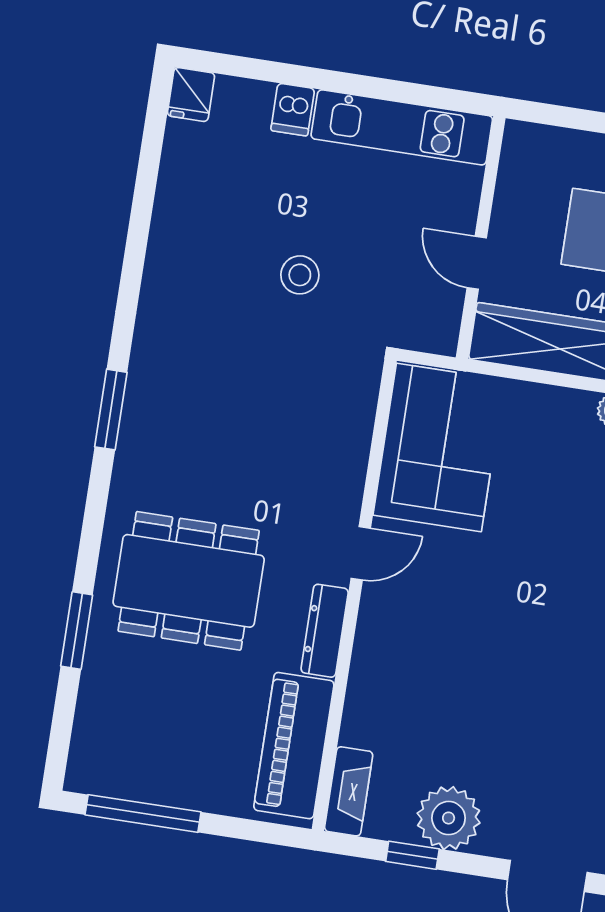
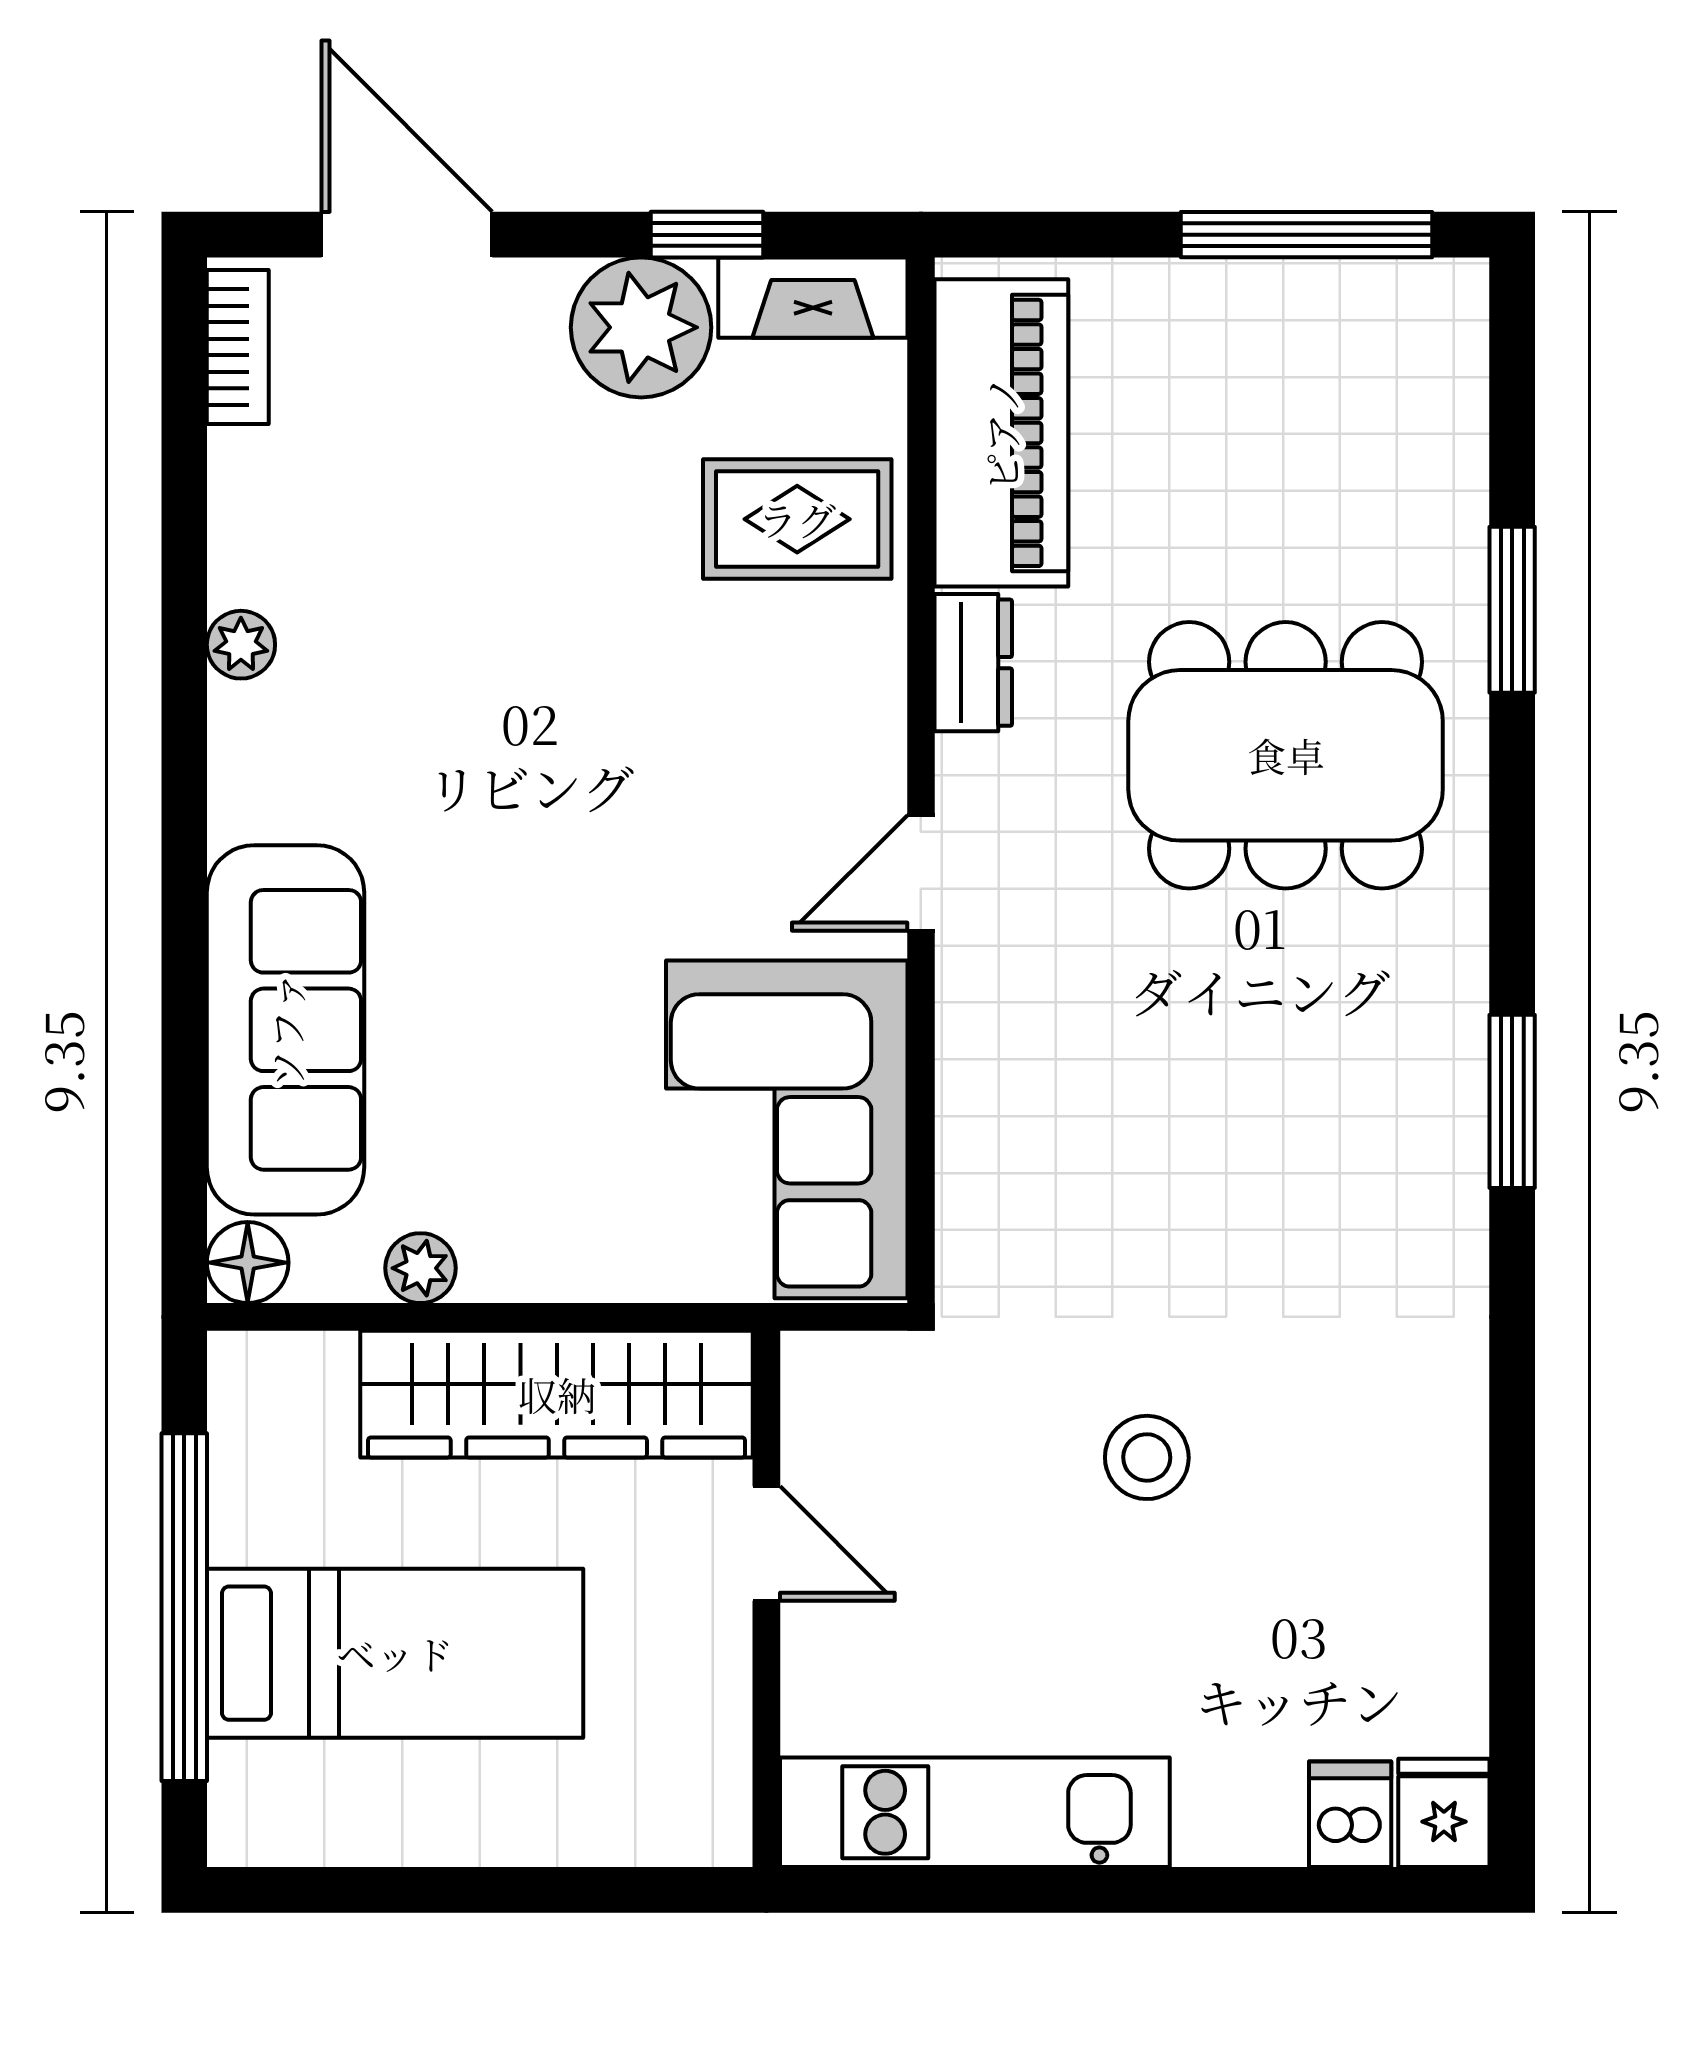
dishwasher: (293, 110) -> (1350, 1814), moved
dresser: (325, 631) -> (973, 663), width x0.70
rug: (392, 721) -> (797, 519), added
fireplace: (349, 791) -> (813, 298), moved, turned -90

